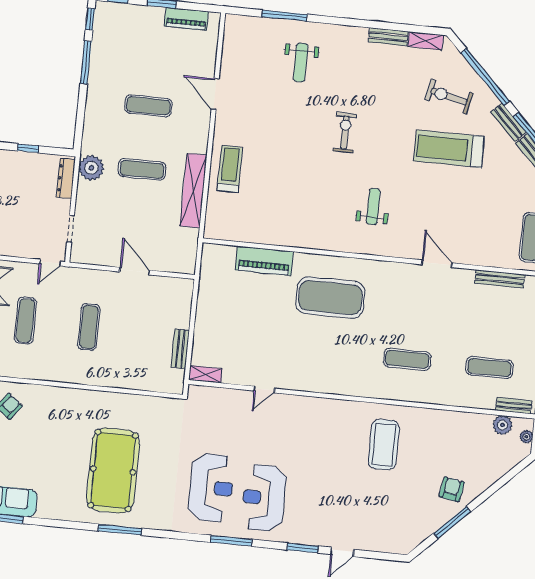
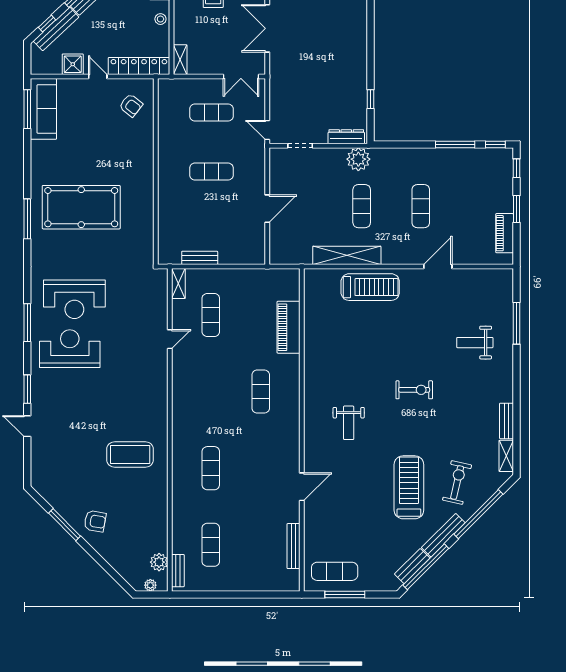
bench: (508, 122) -> (443, 535), width x1.36
treadmill: (230, 169) -> (370, 287), width x1.37, depth x1.38
weight bench: (373, 206) -> (349, 423), turned 90
exercise mat: (330, 298) -> (261, 392), width x0.50, depth x0.69
exercise mat: (243, 343) -> (211, 315), added
door: (264, 390) -> (170, 339), swing flipped

